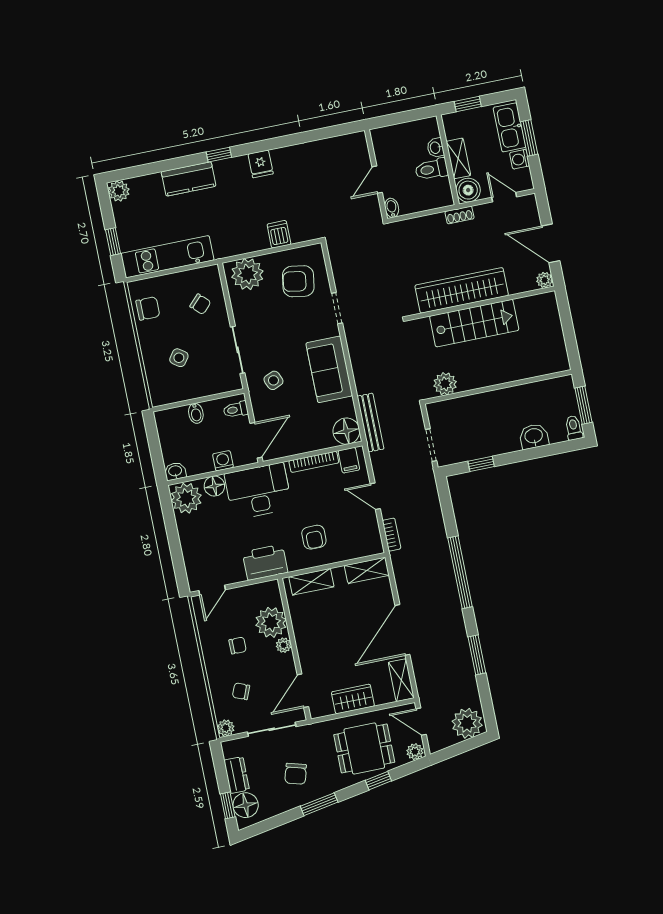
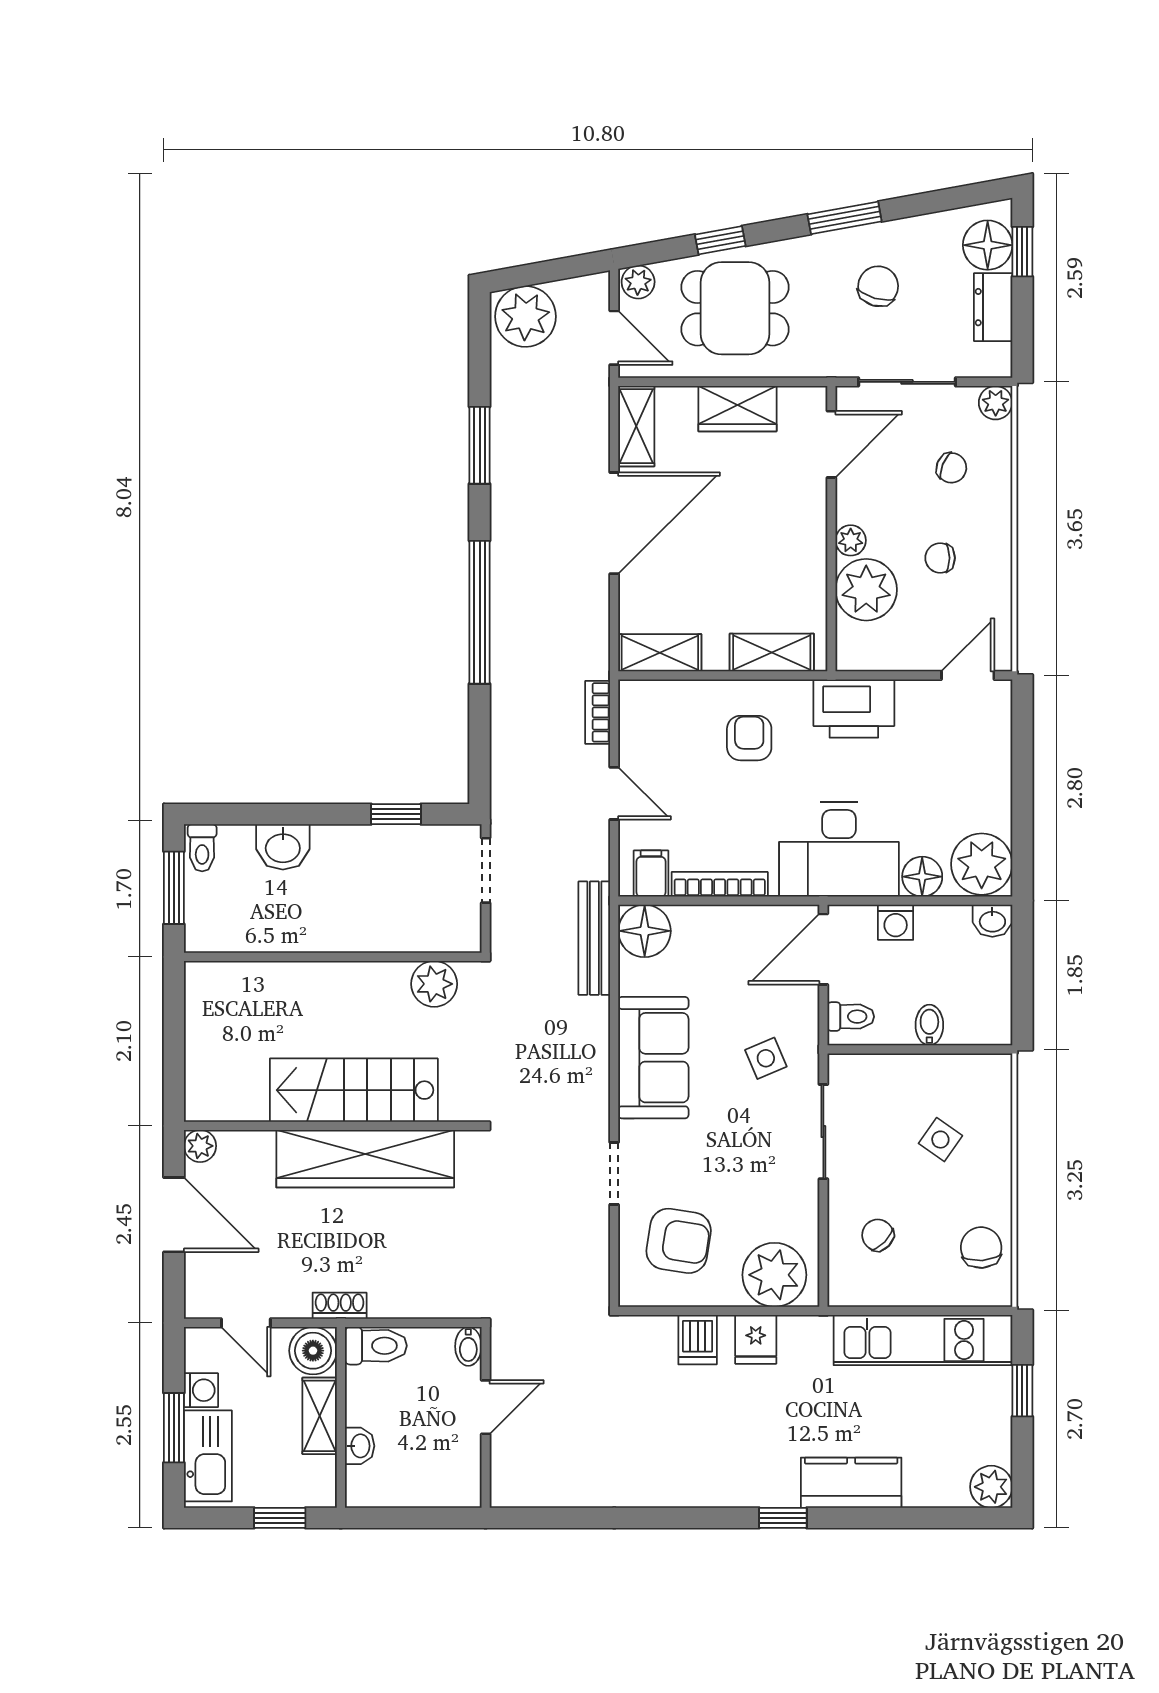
fridge: (261, 164) -> (756, 1339), moved, turned 180
toilet: (432, 169) -> (376, 1346), moved
chair: (148, 308) -> (981, 1248), turned 86

